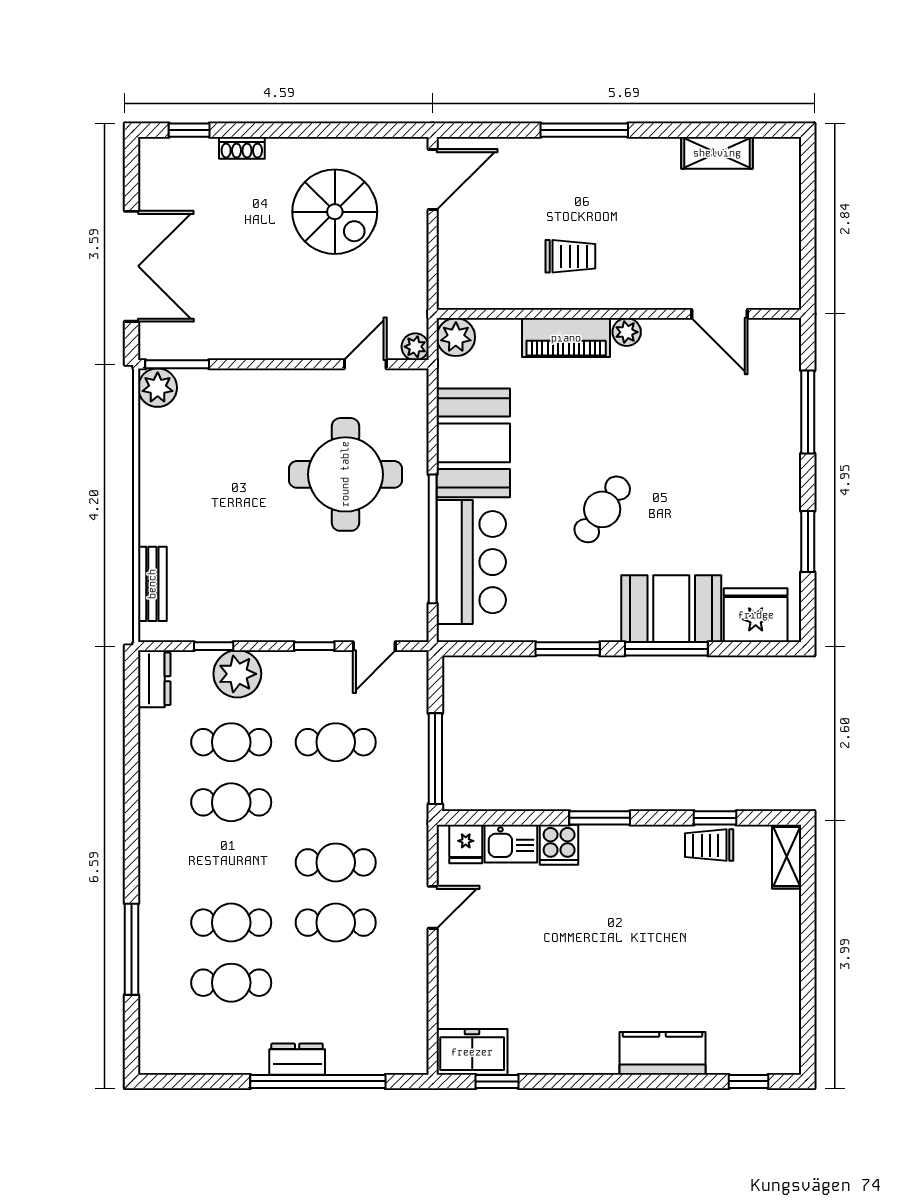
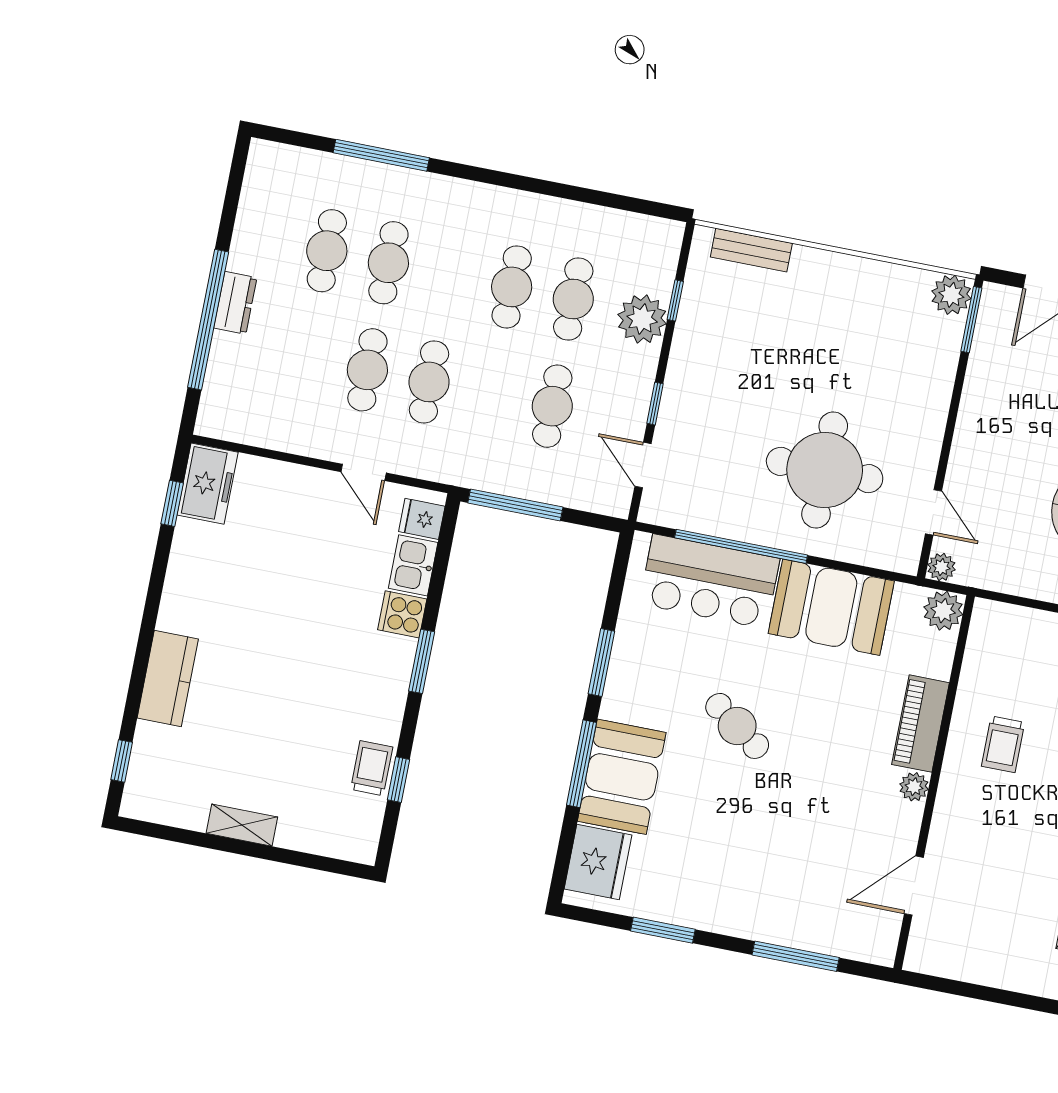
dresser: (154, 679) -> (654, 233), removed
shelving: (787, 857) -> (242, 825), moved

